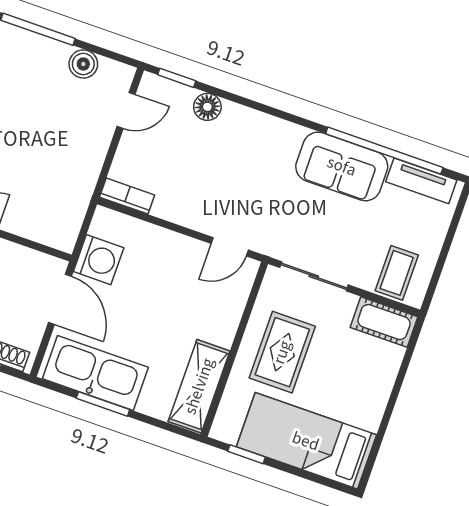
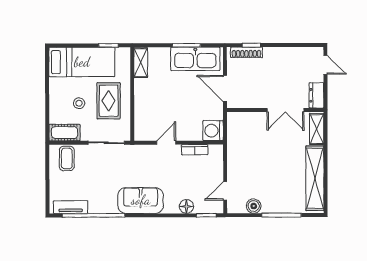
sofa: (342, 166) -> (141, 200), moved
bookcase: (127, 196) -> (195, 150), moved
door: (230, 247) -> (166, 143), moved
washing machine: (99, 260) -> (213, 131), moved
stool: (338, 367) -> (79, 103), added
shelving: (199, 386) -> (141, 63), width x0.67, depth x0.75

